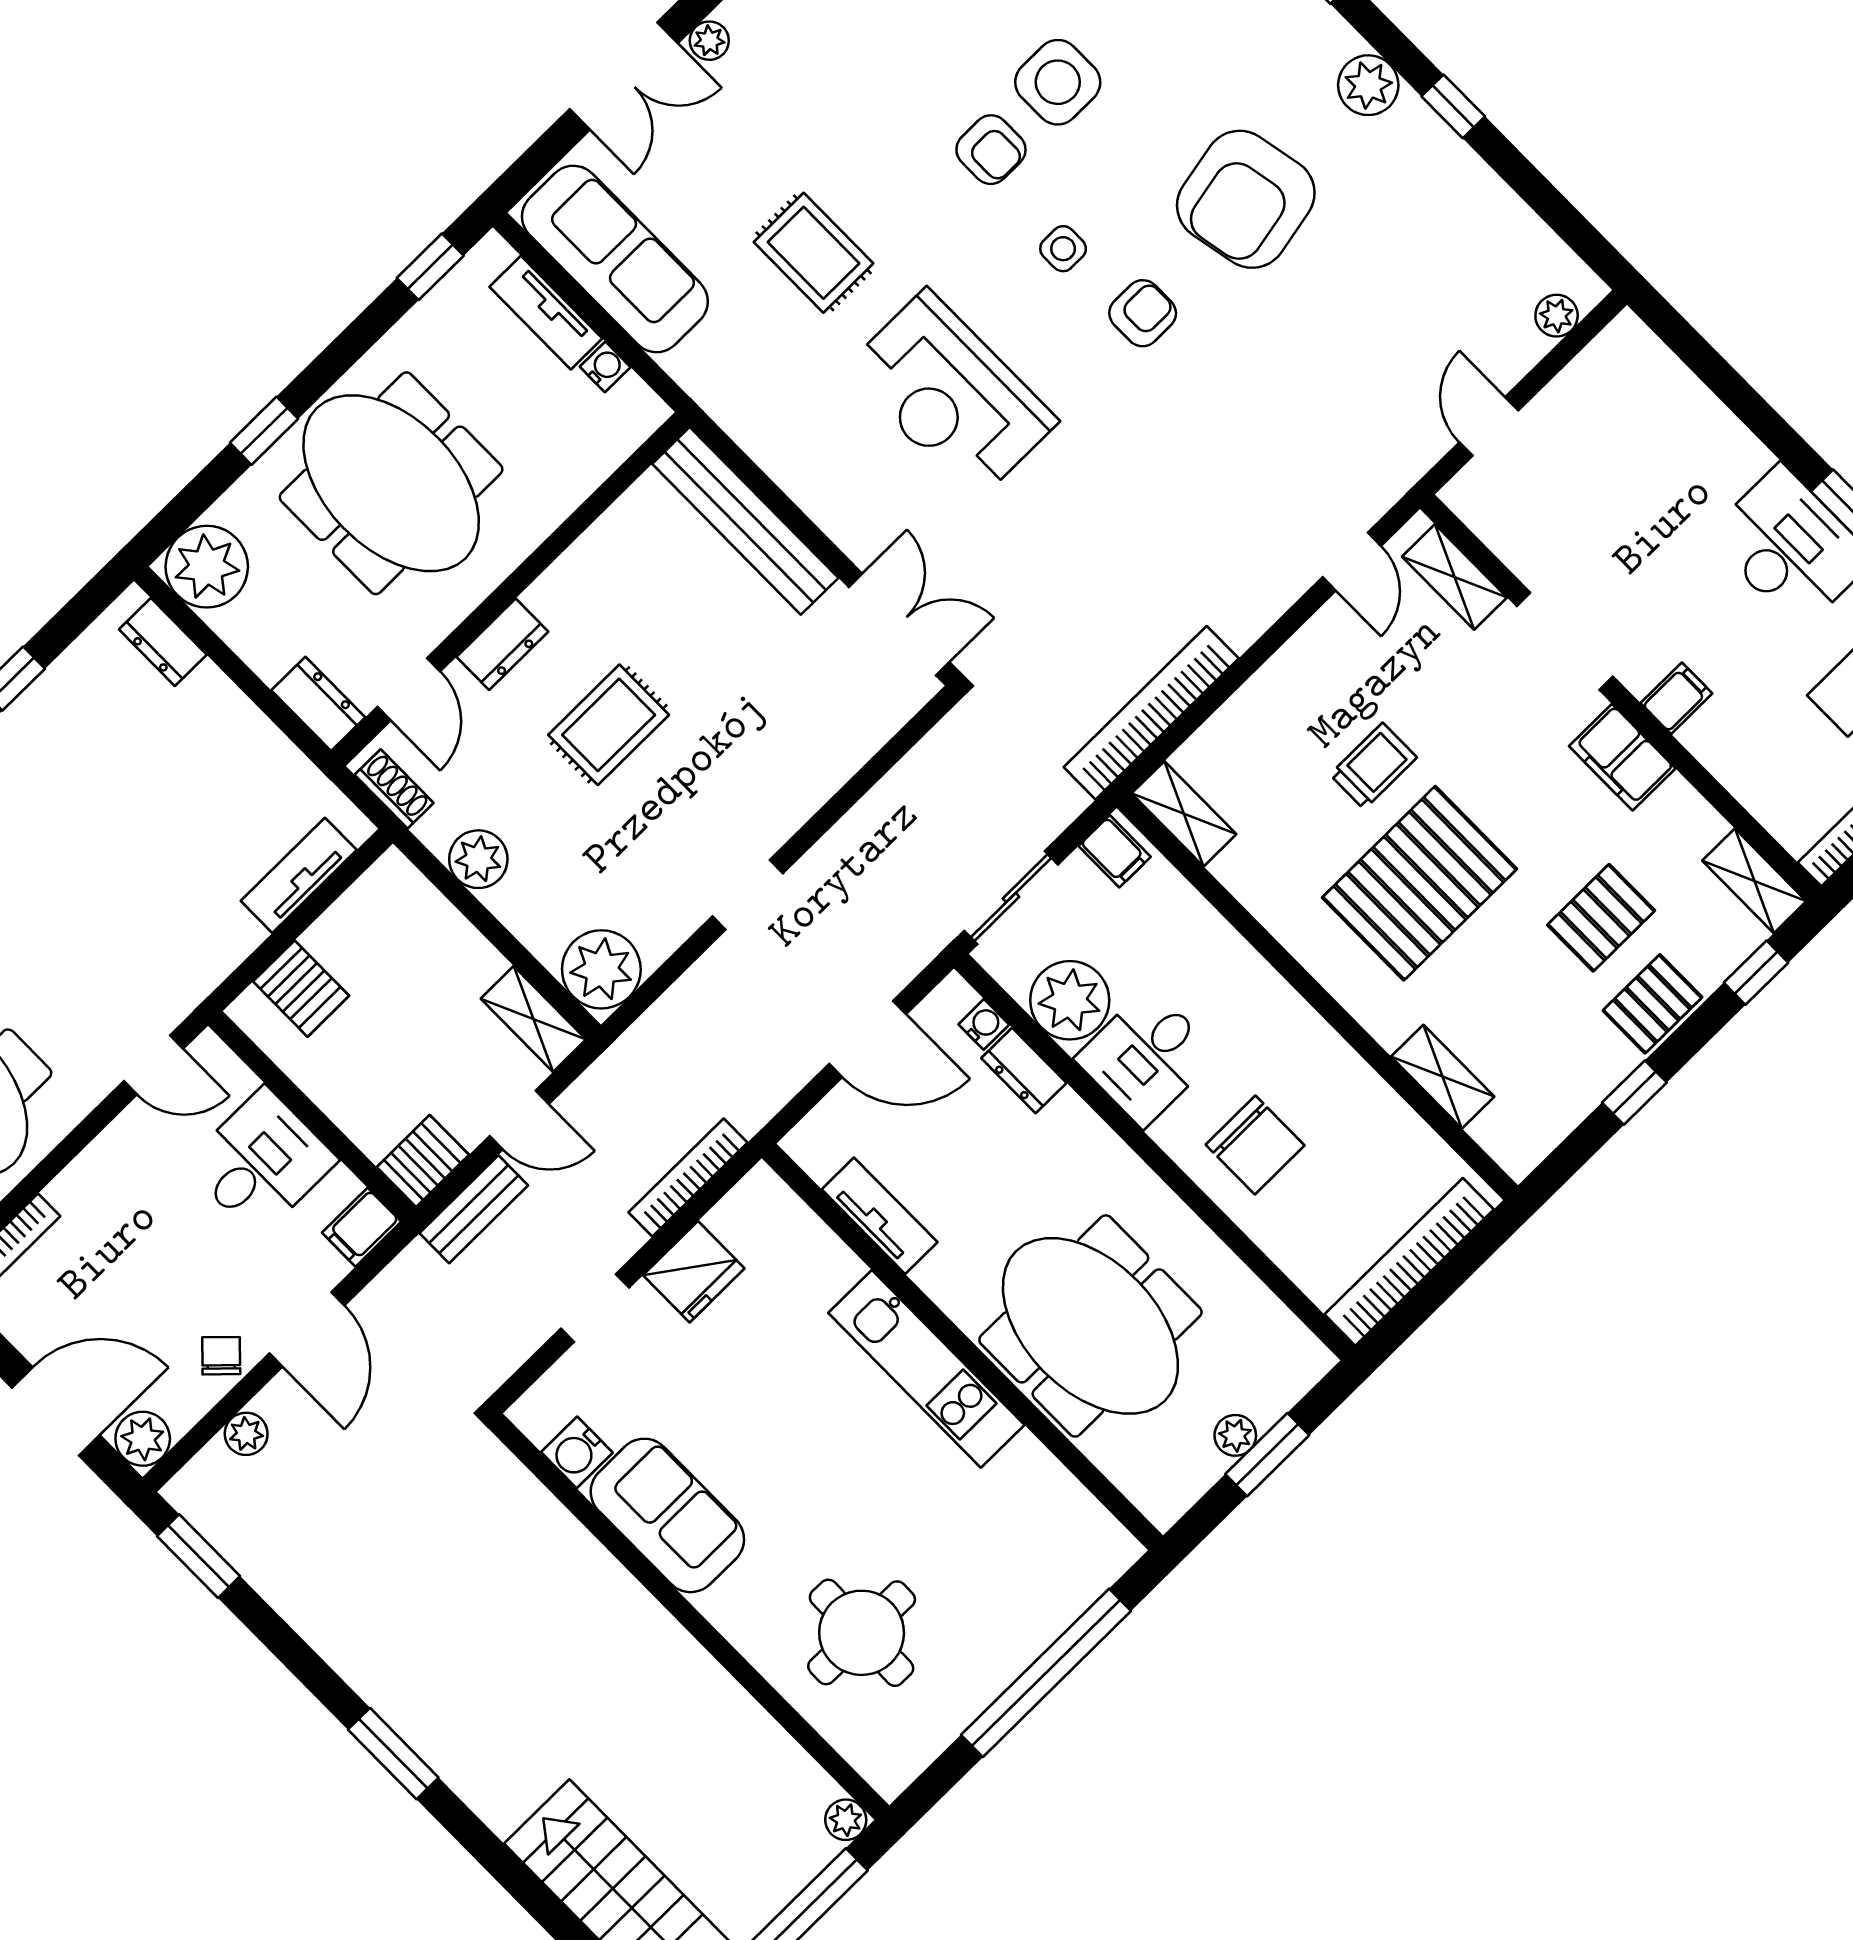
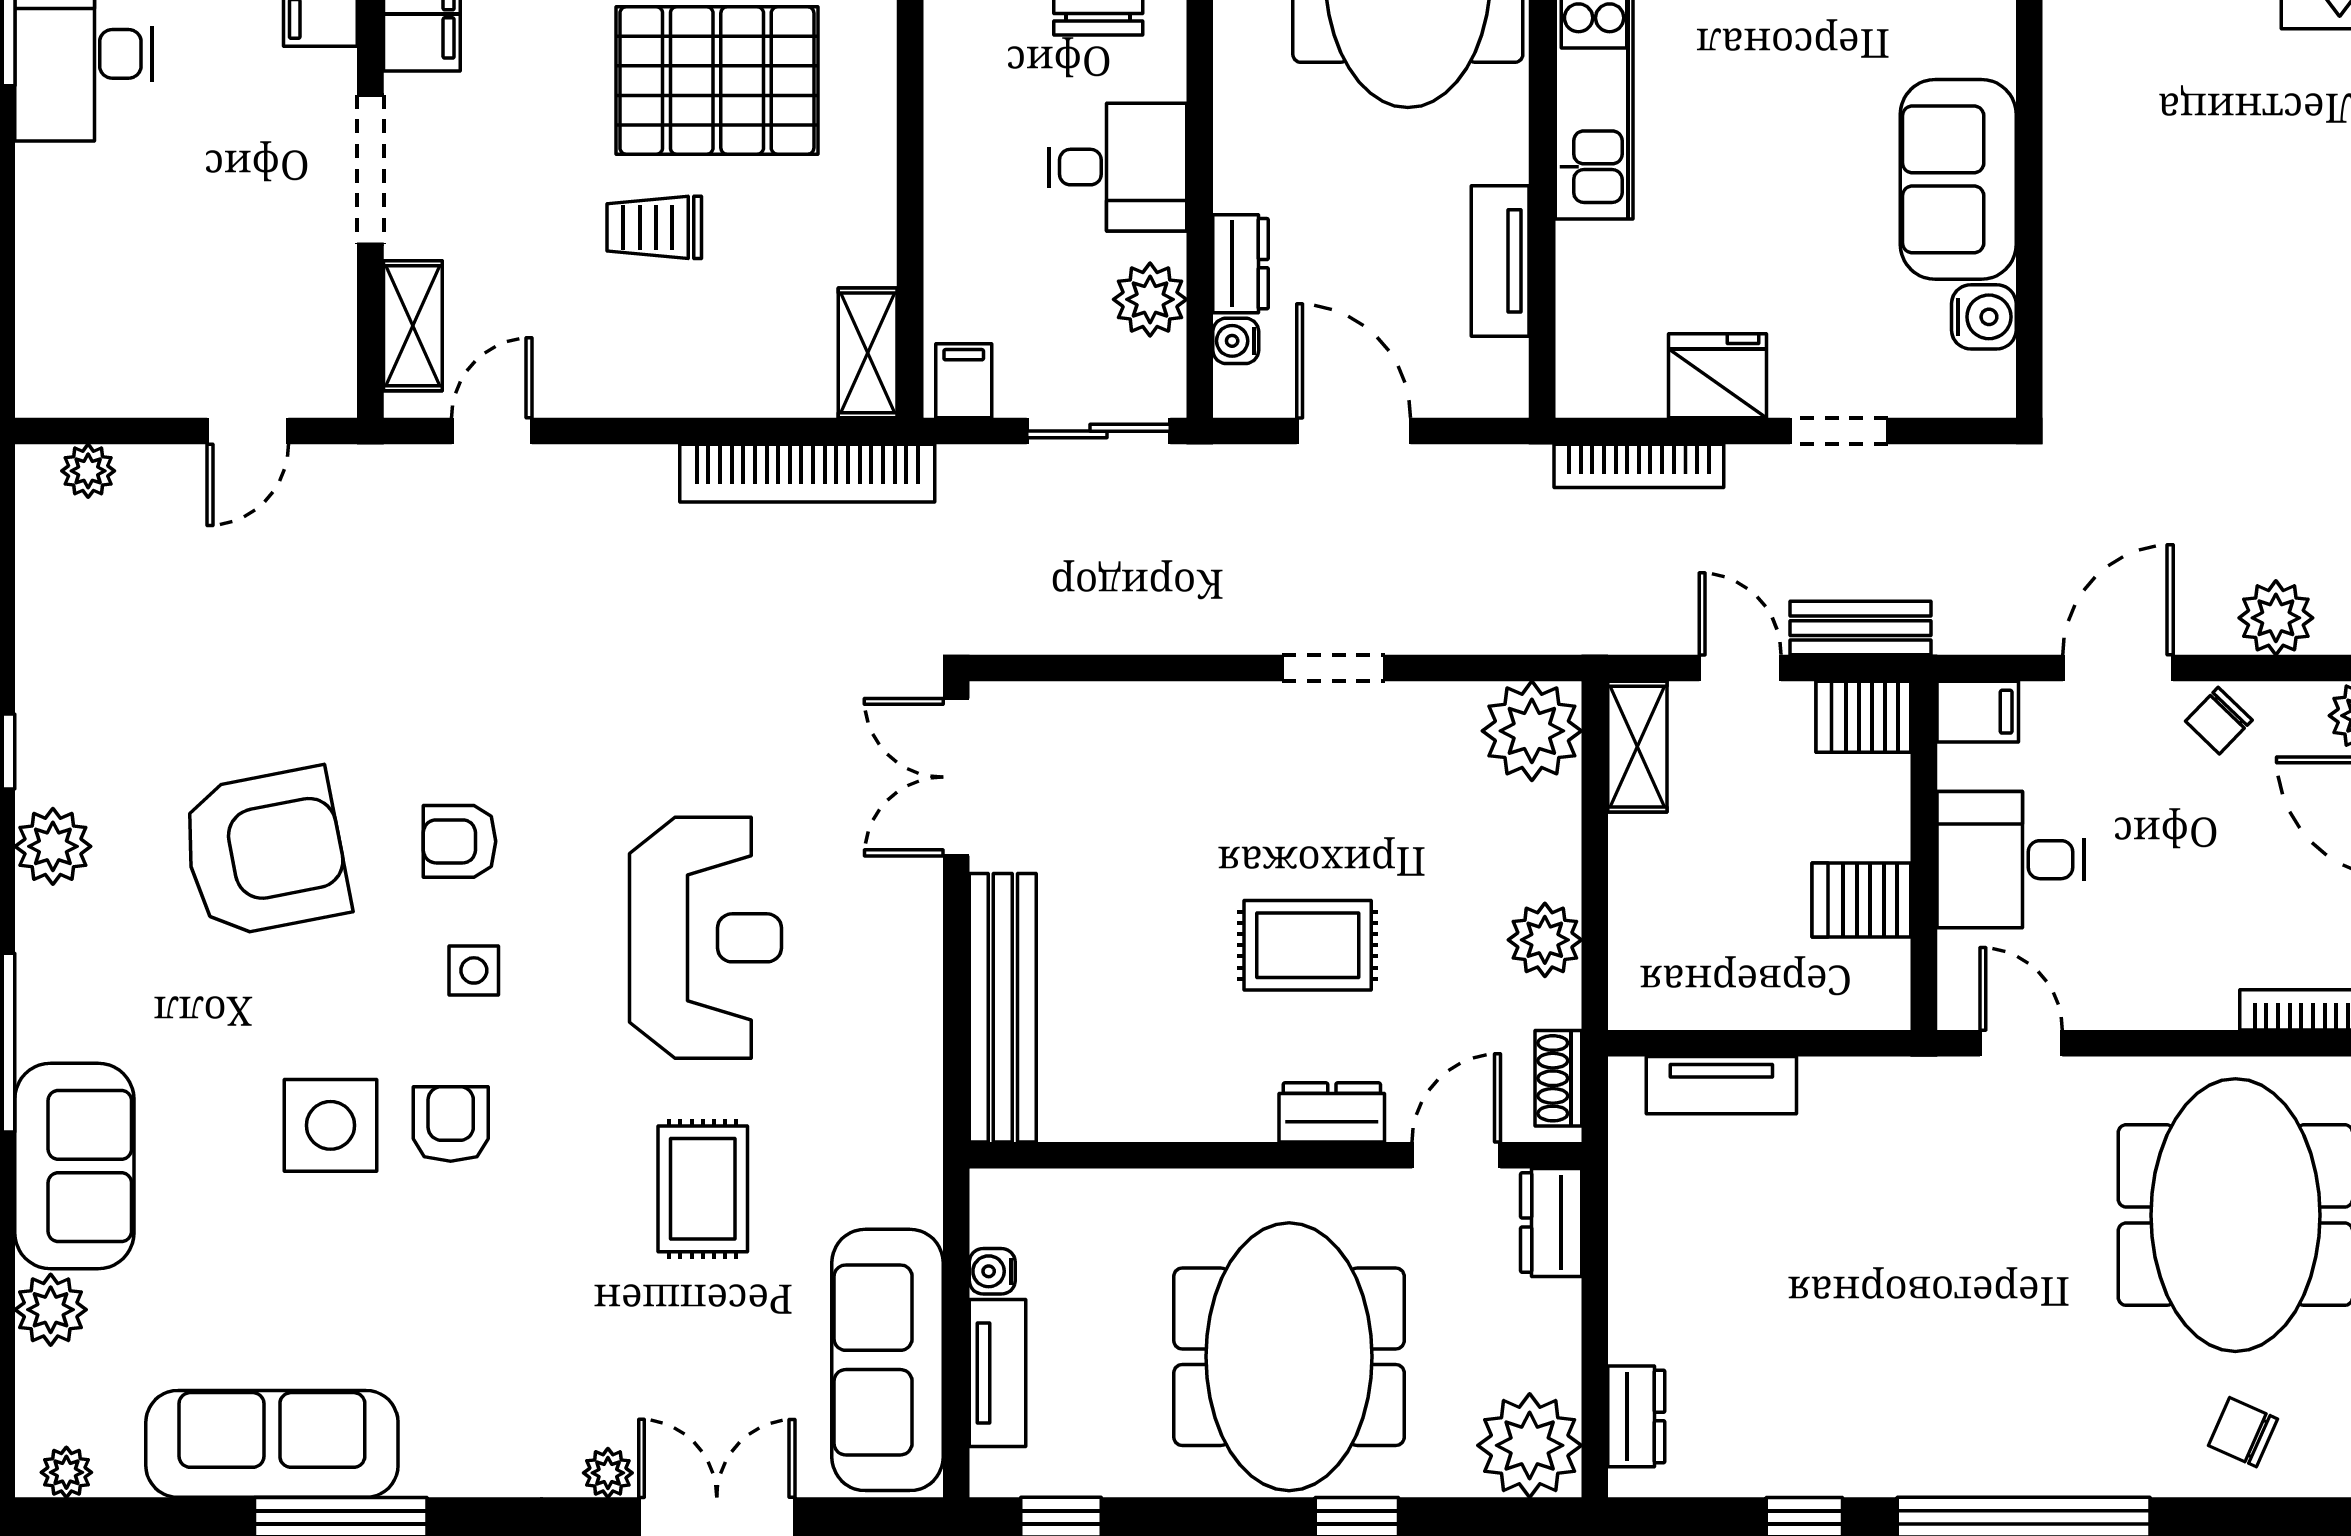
server rack: (301, 989) -> (1861, 900), moved, turned -90
plant: (1070, 1000) -> (1150, 299), width x0.73, depth x0.73
plant: (246, 1434) -> (2276, 618), width x1.38, depth x1.38

